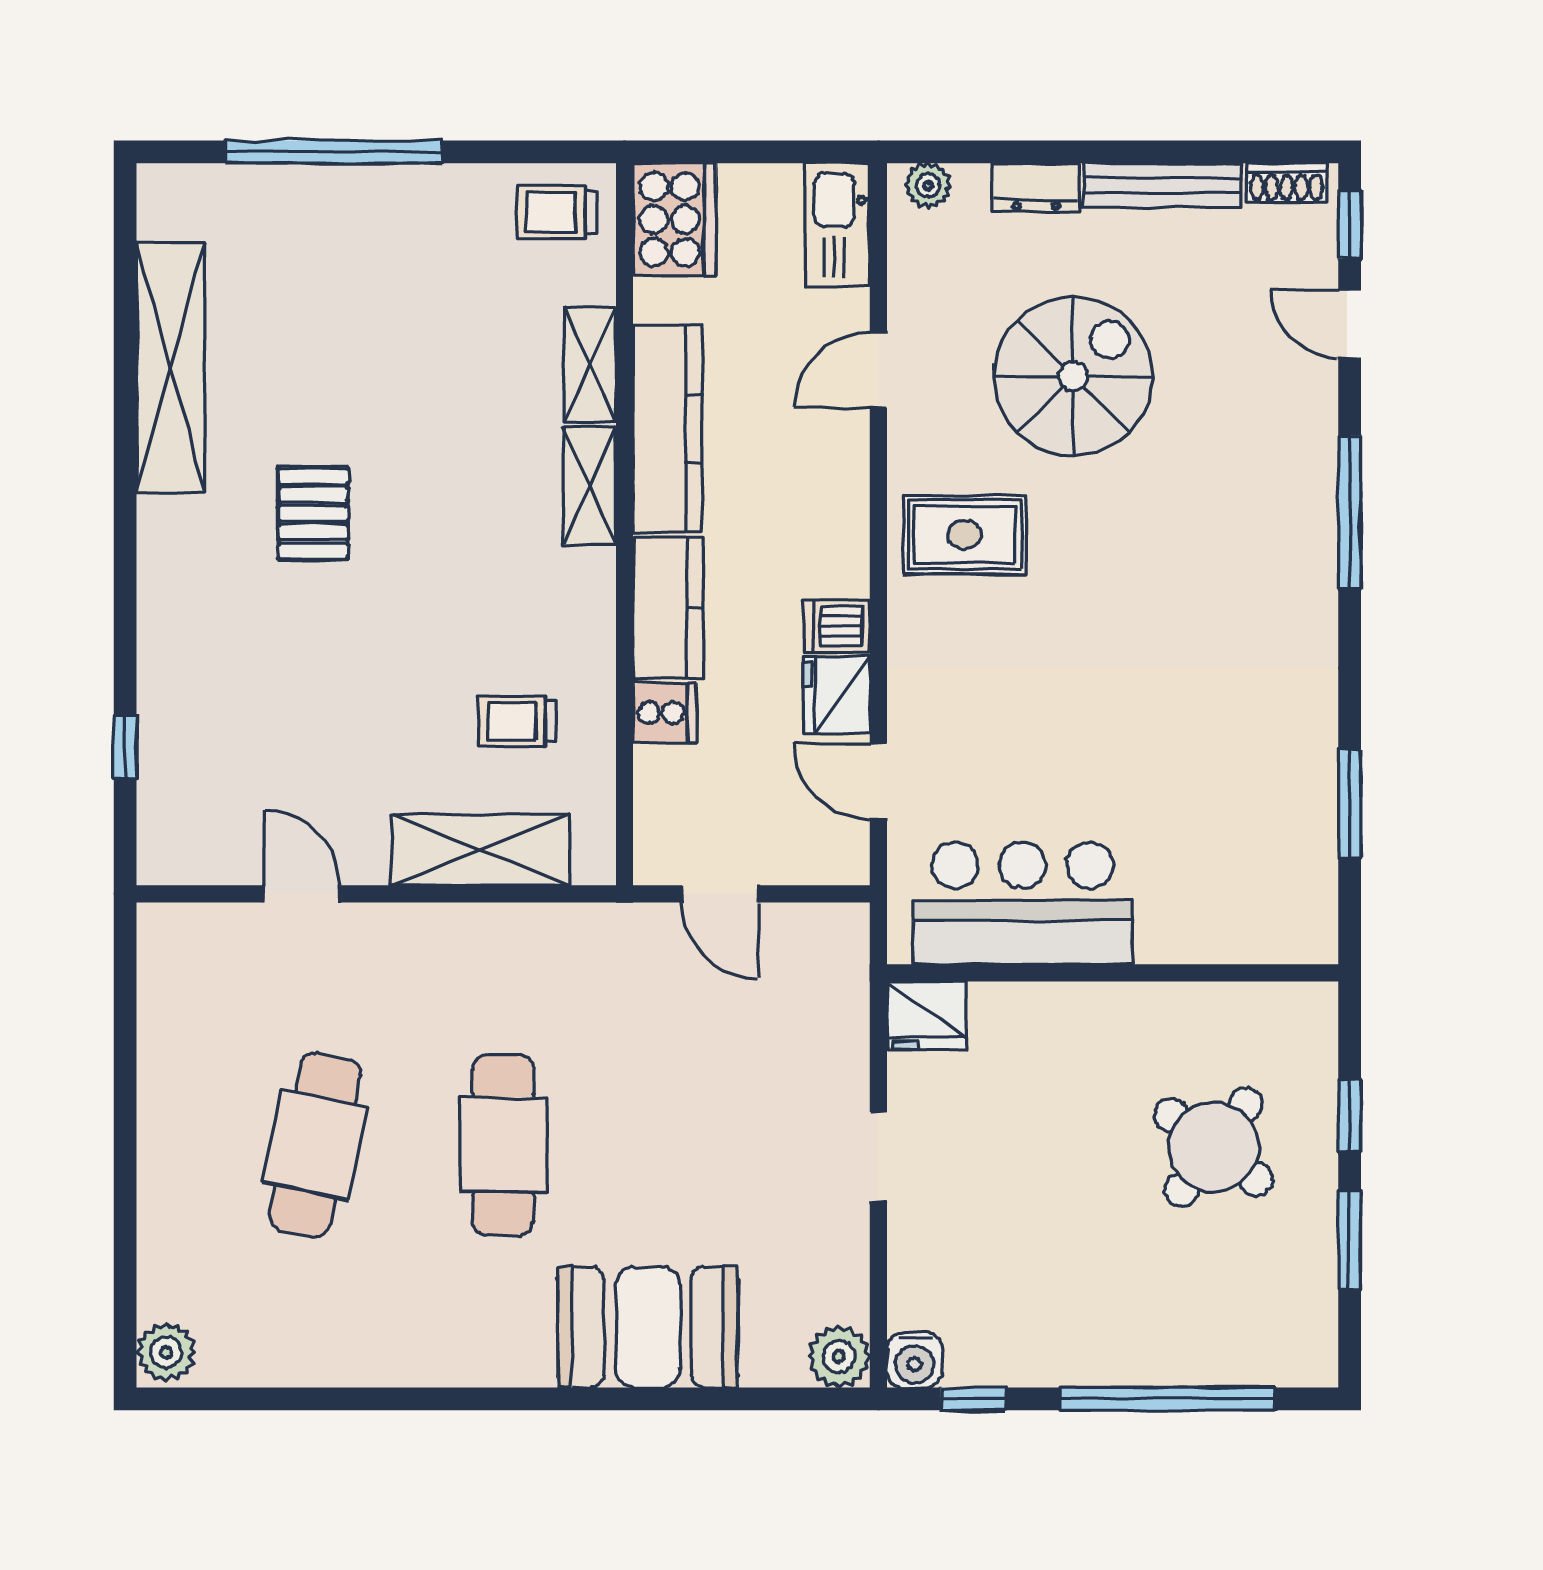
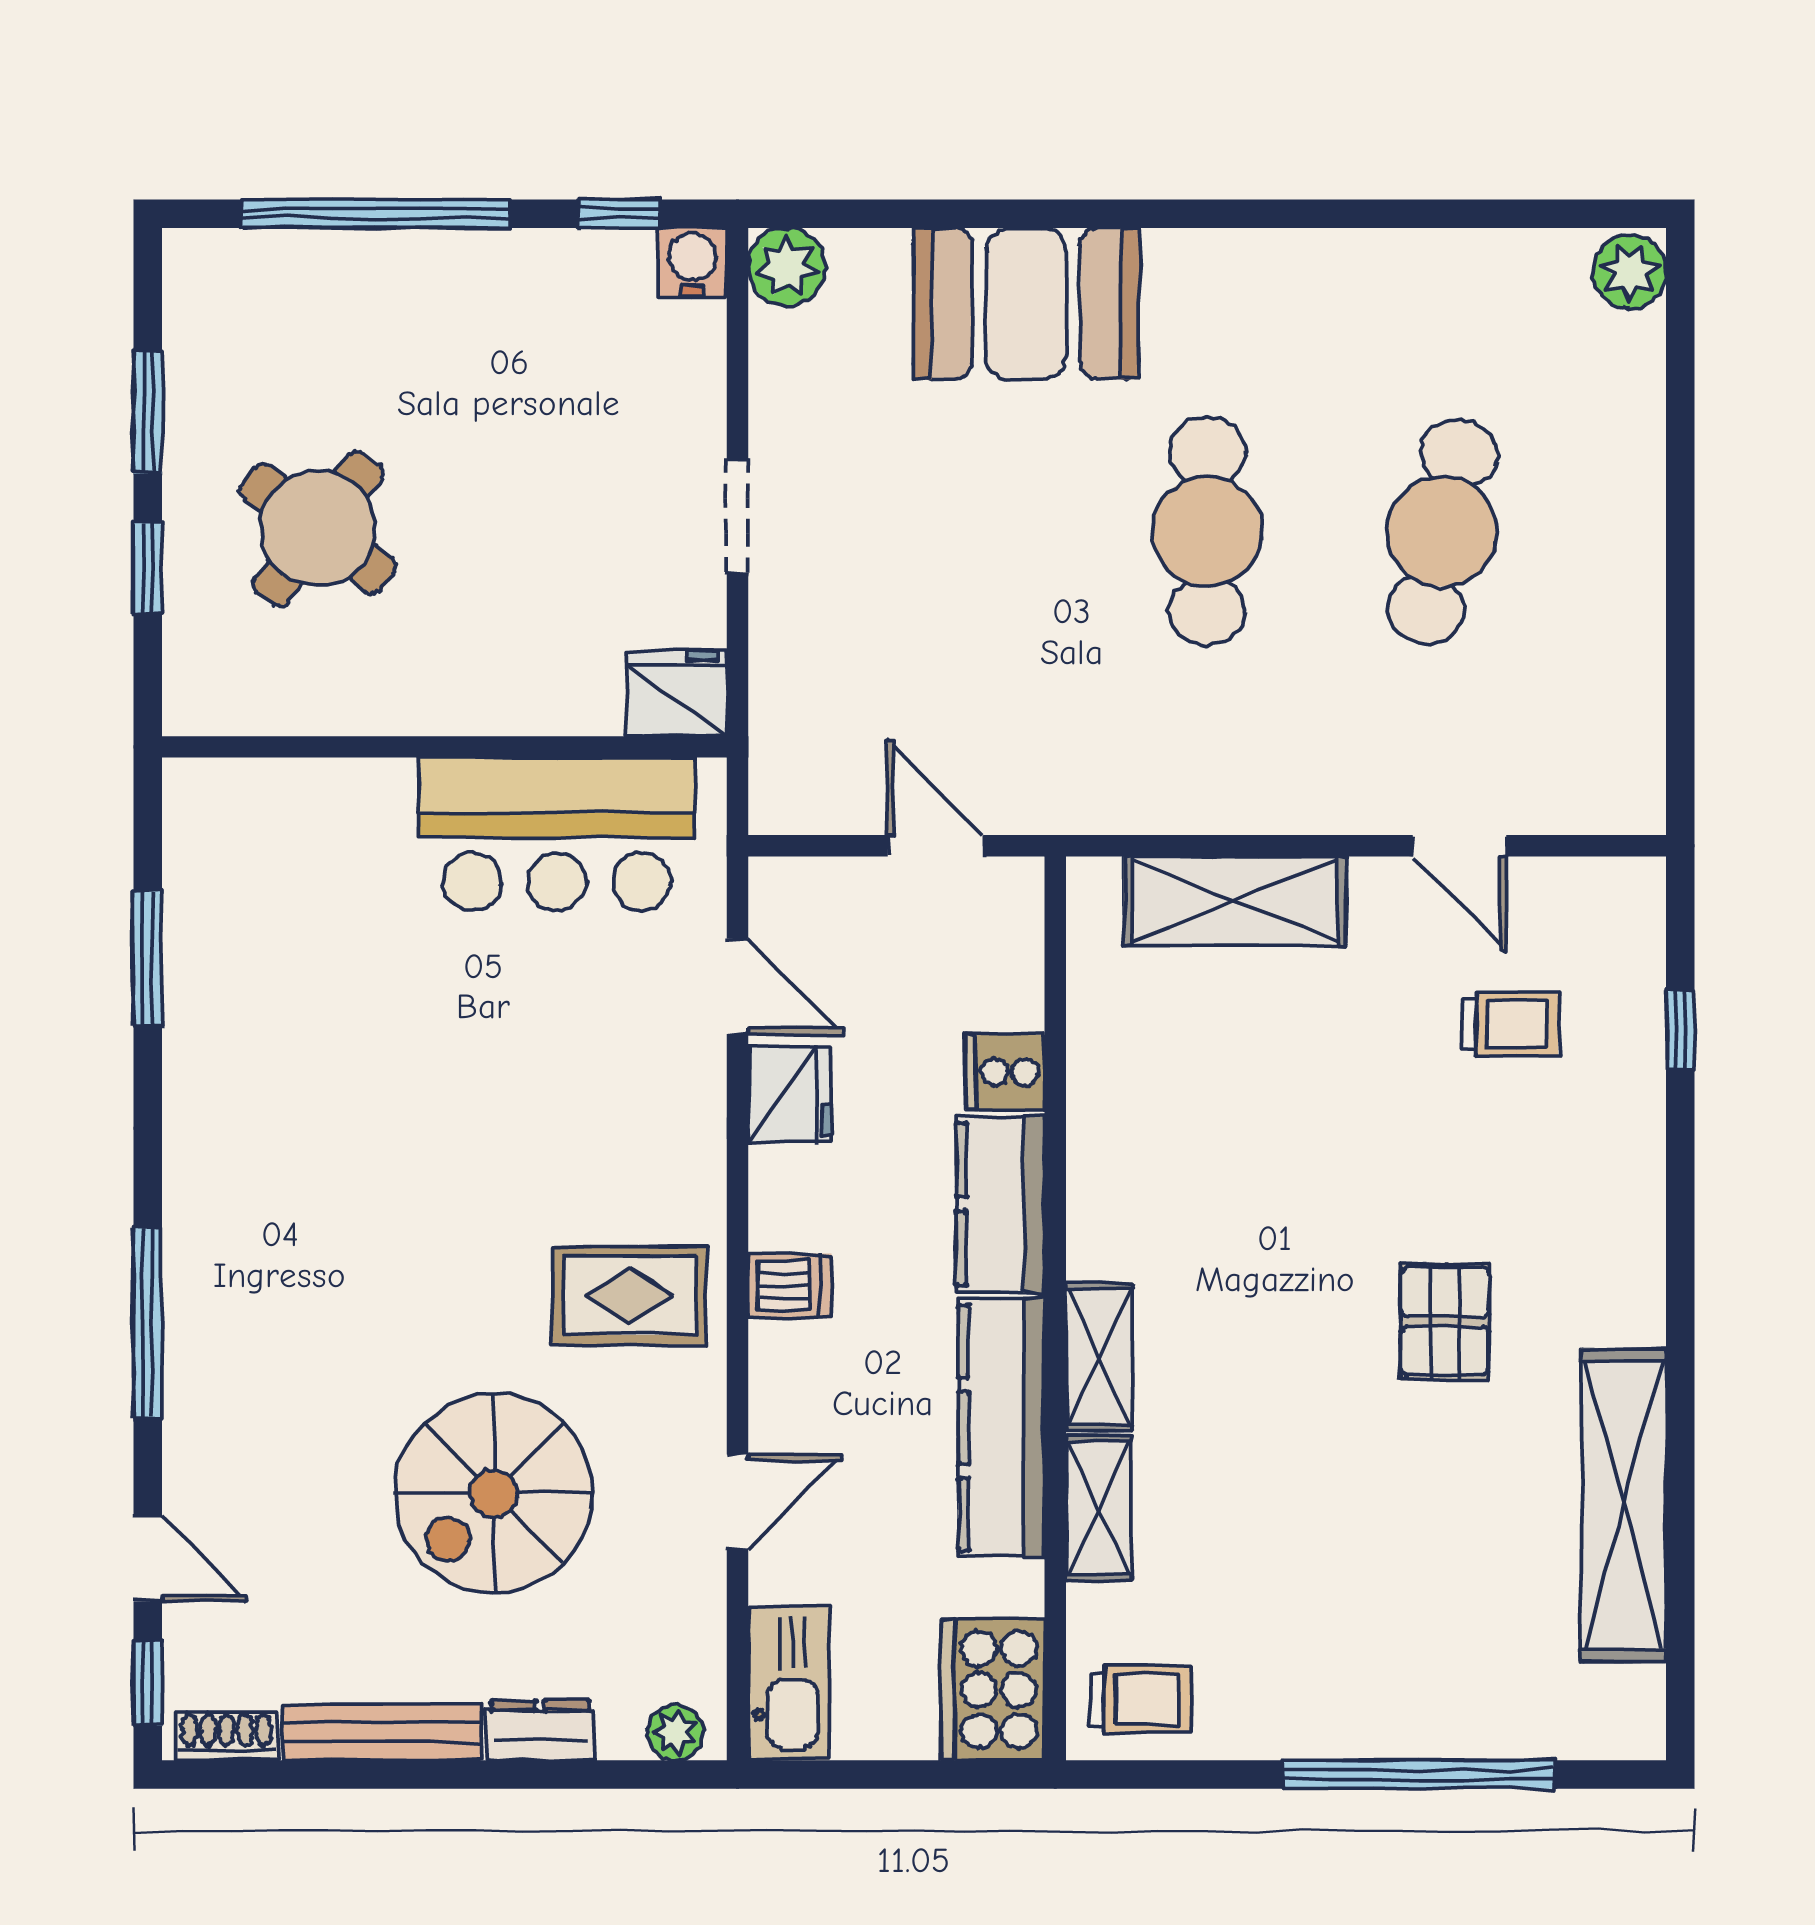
dishwasher: (837, 626) -> (790, 1286), moved
trolley: (518, 721) -> (1510, 1024), moved

